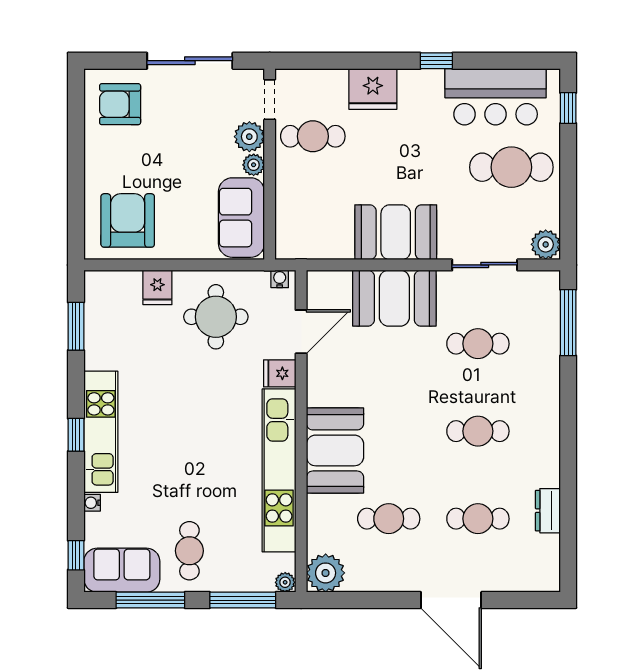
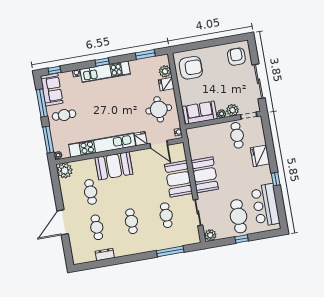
window: (568, 108) -> (242, 239), moved
plant: (126, 285) -> (165, 71), added
window: (568, 323) -> (170, 251), moved

